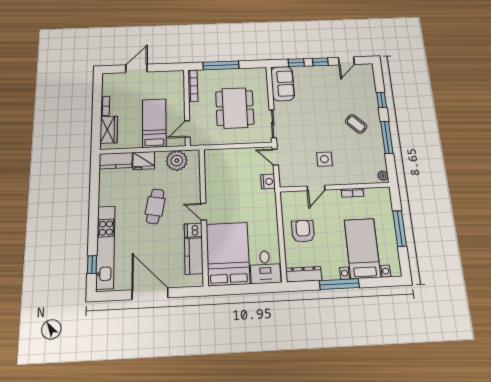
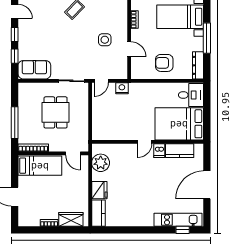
dining table: (235, 108) -> (56, 112), width x0.73
bed: (154, 123) -> (40, 166), moved, turned 180
cafe table: (155, 206) -> (138, 181), removed
kitchen unit: (106, 247) -> (178, 220), width x0.73

